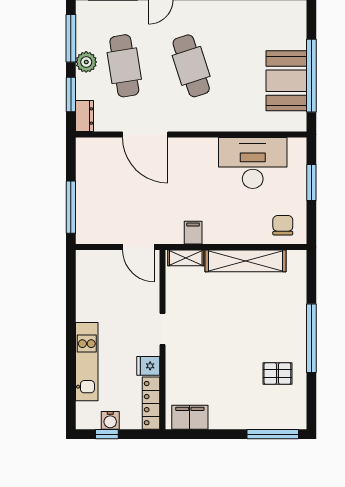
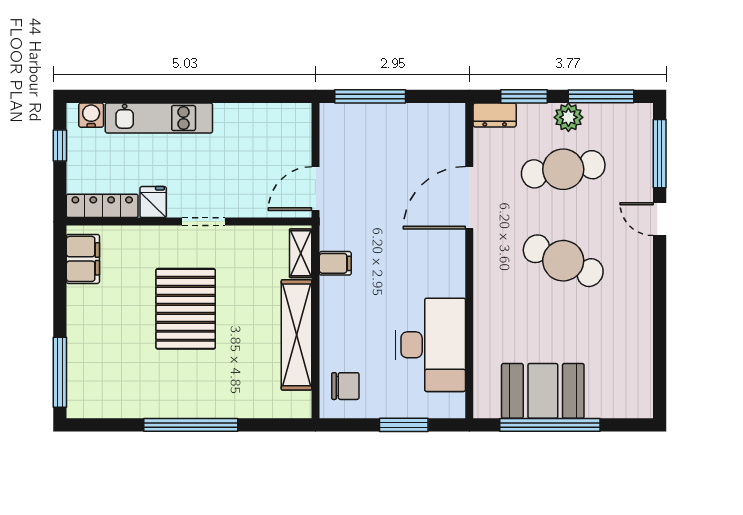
cafe table: (191, 66) -> (563, 261), turned 42
pallet: (277, 374) -> (186, 309), moved, width x2.05, depth x2.00
water cooler: (110, 420) -> (91, 115), moved, turned 90

